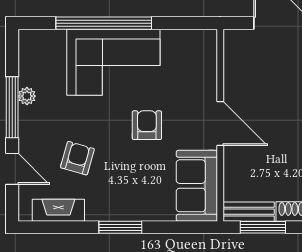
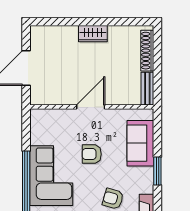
sofa: (197, 186) -> (140, 143), moved, turned 90
window: (263, 227) -> (157, 79), removed

